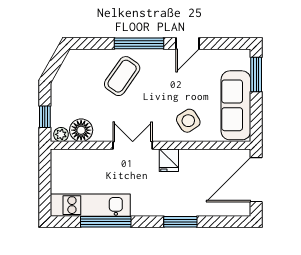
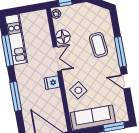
coffee table: (122, 76) -> (98, 45), turned 49
floor lamp: (81, 130) -> (63, 37), moved
window: (180, 222) -> (16, 96), width x1.44

